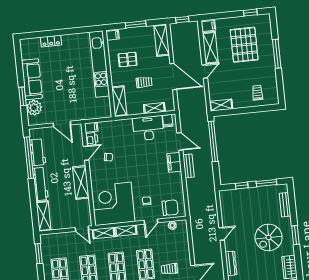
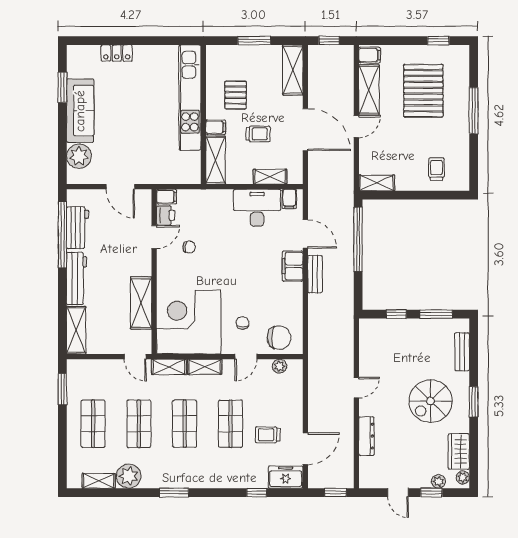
filing cabinet: (113, 35) -> (216, 127), moved
pallet: (128, 60) -> (236, 95), turned 90
window: (22, 96) -> (62, 87), moved
shelving: (81, 182) -> (141, 303), moved

